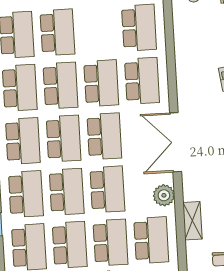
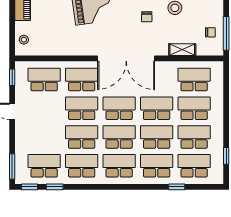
school desk: (57, 32) -> (44, 137), removed
double door: (176, 142) -> (126, 58), width x1.36
plant: (164, 195) -> (163, 69), removed

